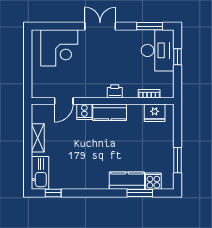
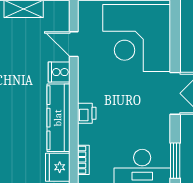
corner desk: (59, 48) -> (137, 38), width x1.36, depth x1.36
kitchen counter: (110, 112) -> (58, 118), width x1.50

